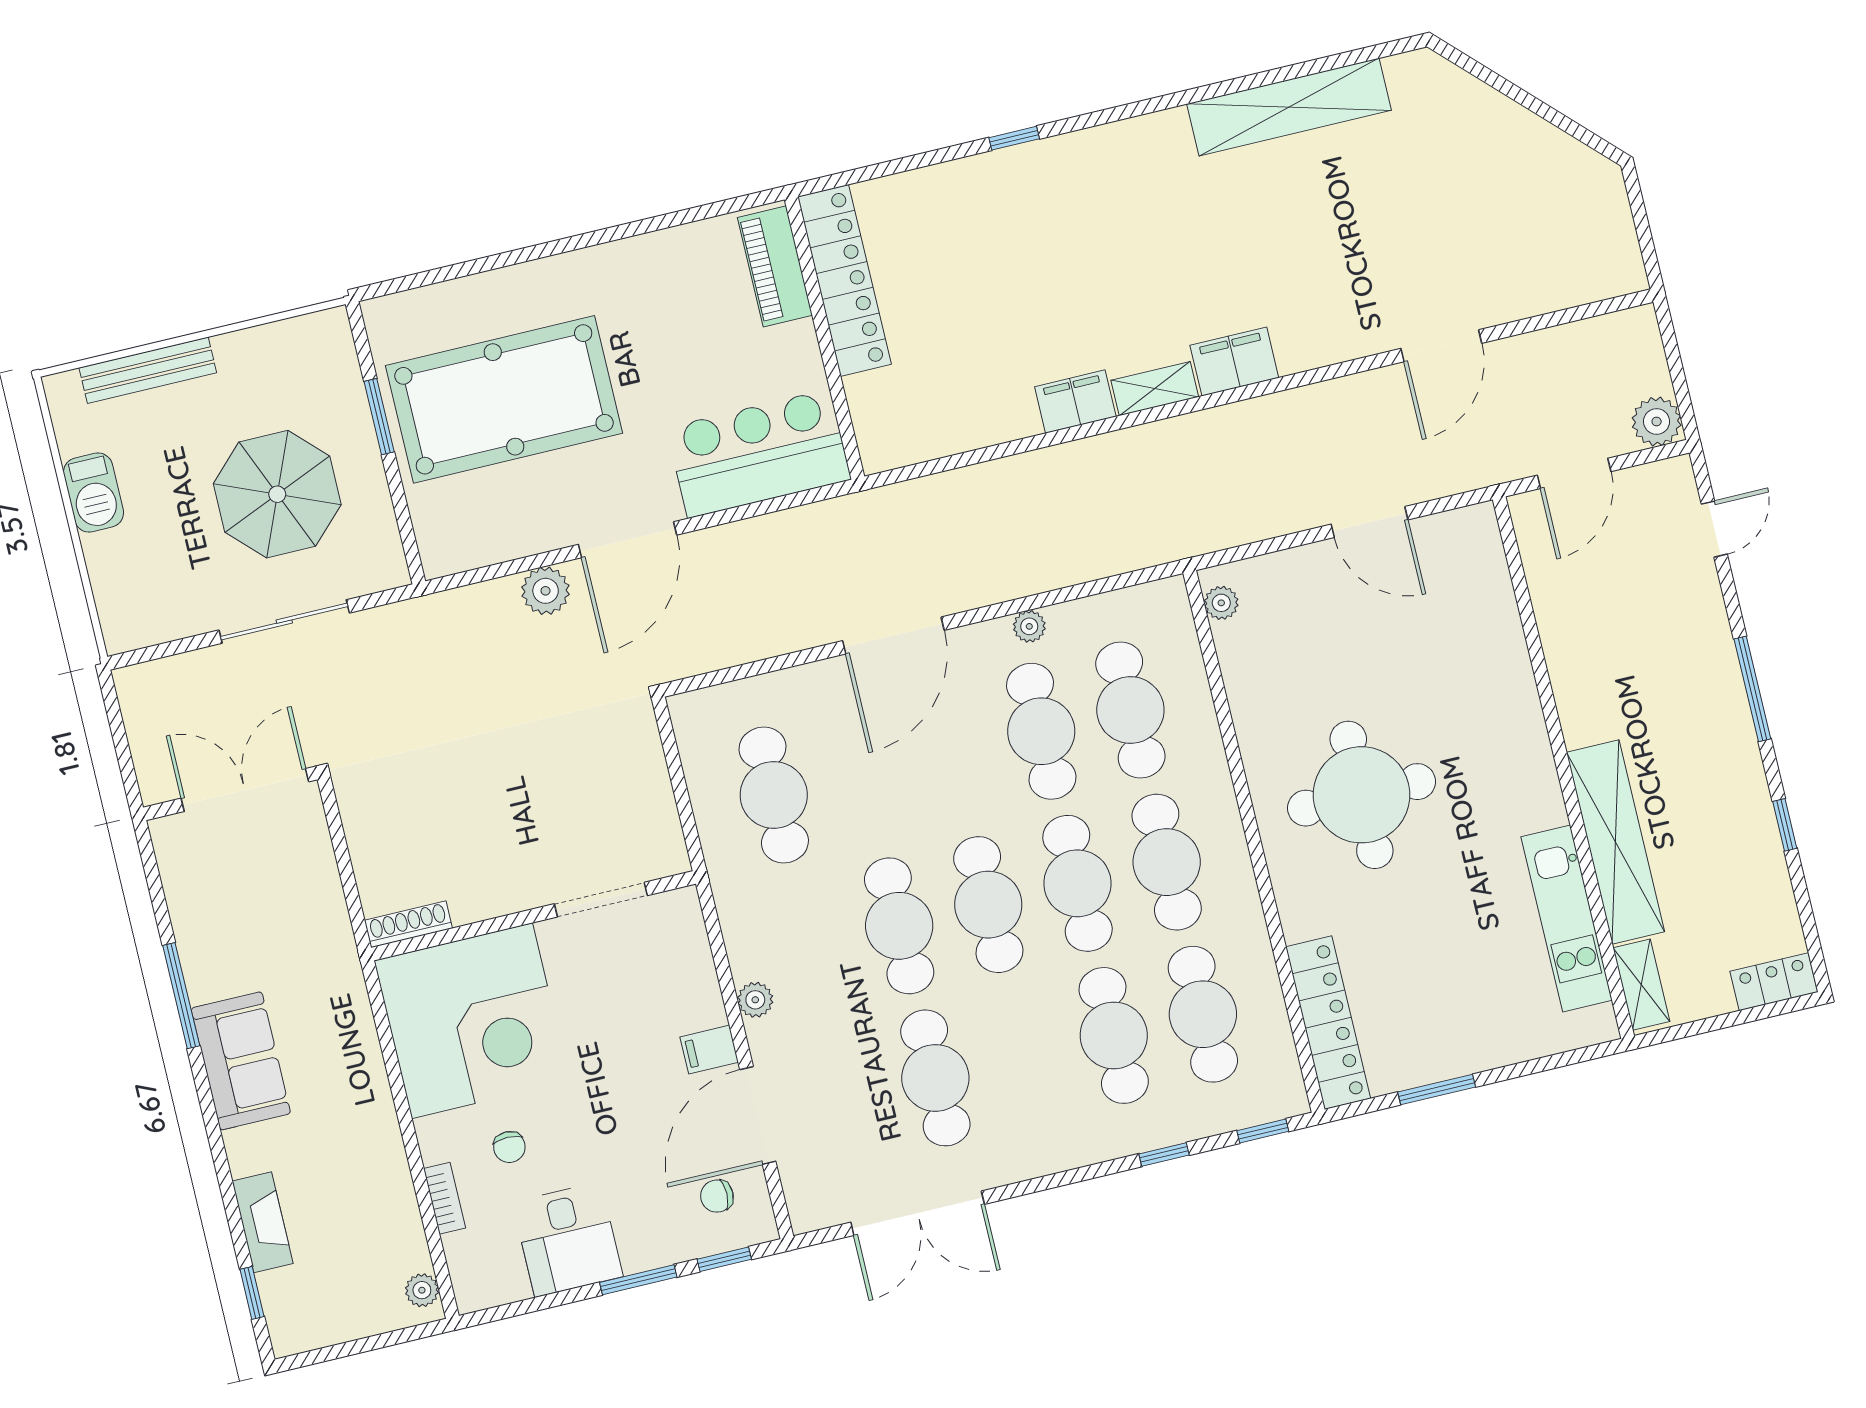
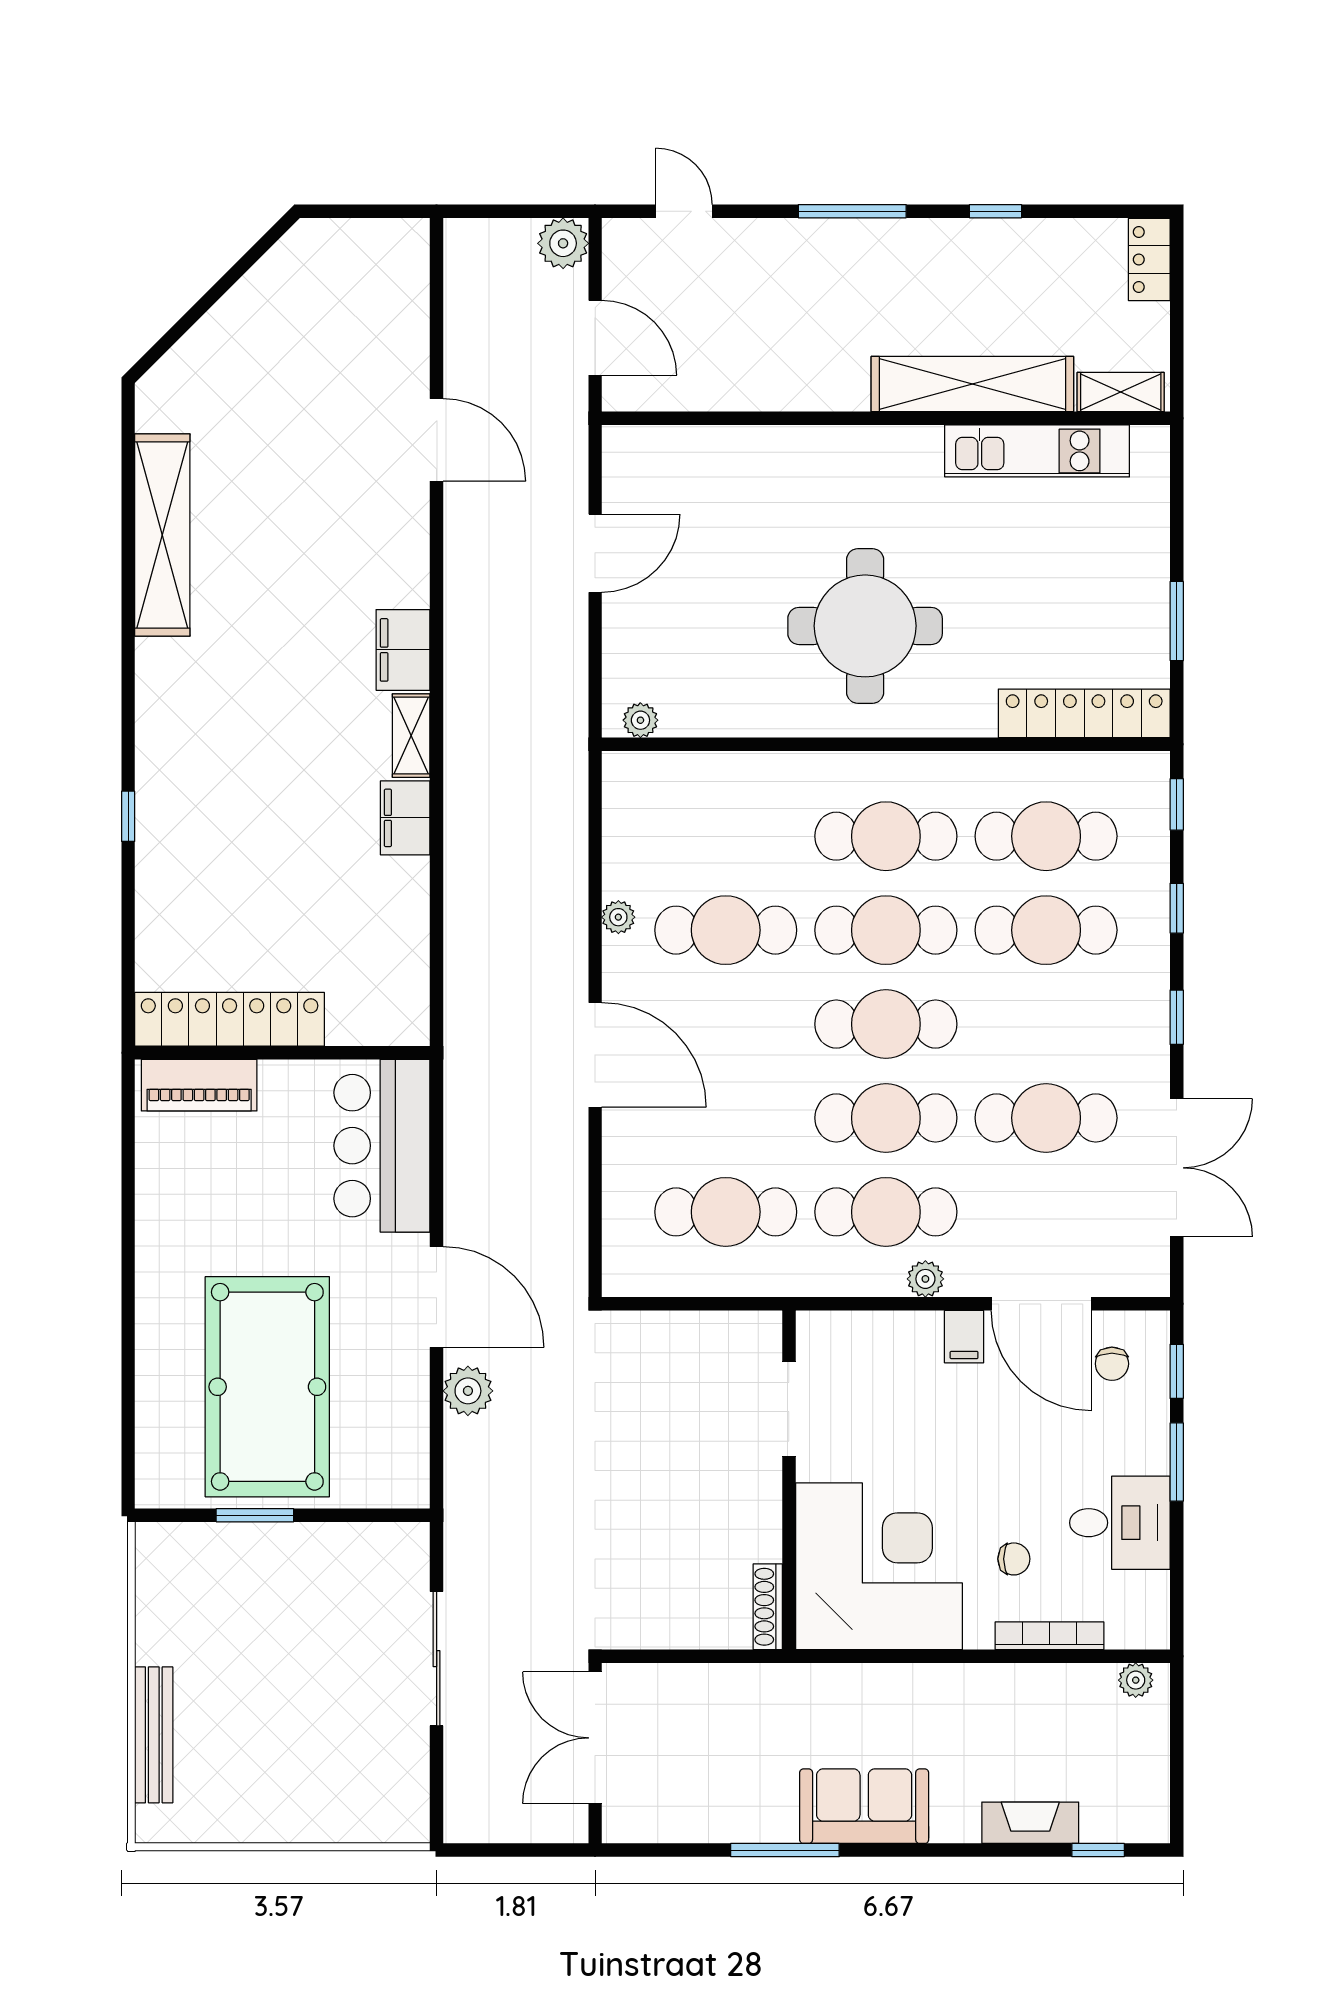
barbecue: (94, 493) -> (263, 1818), removed
parasol: (277, 494) -> (308, 1635), removed
cafe table: (1130, 710) -> (886, 1212), moved
window: (1061, 1179) -> (1177, 1017), added
bookcase: (445, 1198) -> (1049, 1636), width x1.56

